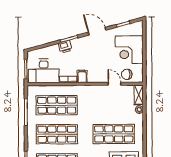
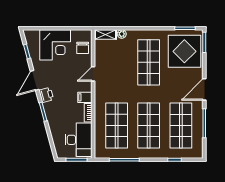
printer: (65, 47) -> (46, 95), moved
door: (115, 84) -> (93, 74), moved

